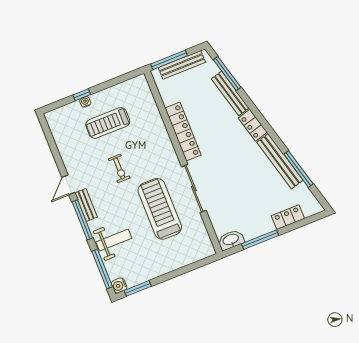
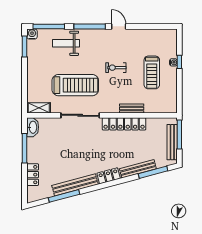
treadmill: (108, 123) -> (152, 72), turned 180
bench: (86, 205) -> (132, 108), moved
weight bench: (114, 240) -> (66, 43), turned 90
shelving: (205, 242) -> (39, 108), added

